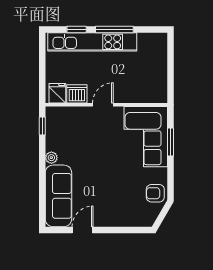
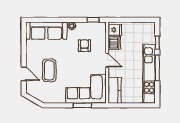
kitchen unit: (92, 42) -> (149, 74), moved
kitchen counter: (148, 94) -> (115, 90), added
coffee table: (118, 192) -> (49, 70), added
armchair: (155, 193) -> (84, 46), moved
door: (83, 230) -> (24, 74), moved

